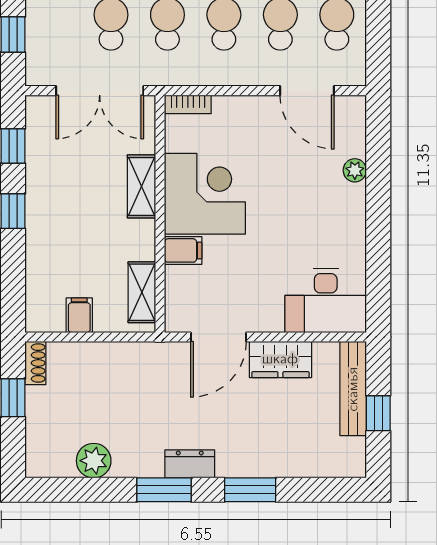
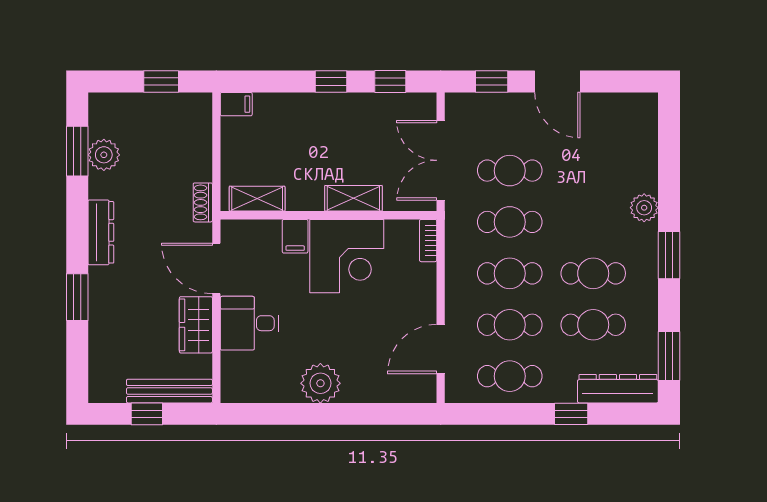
plant: (355, 170) -> (320, 383), moved, width x1.88, depth x1.88
desk: (326, 301) -> (250, 323), moved, width x0.73
filing cabinet: (79, 315) -> (236, 104), moved
shoe rack: (35, 363) -> (203, 202), moved, turned 90
dresser: (190, 464) -> (101, 232), width x1.44
window: (164, 490) -> (77, 151), moved

